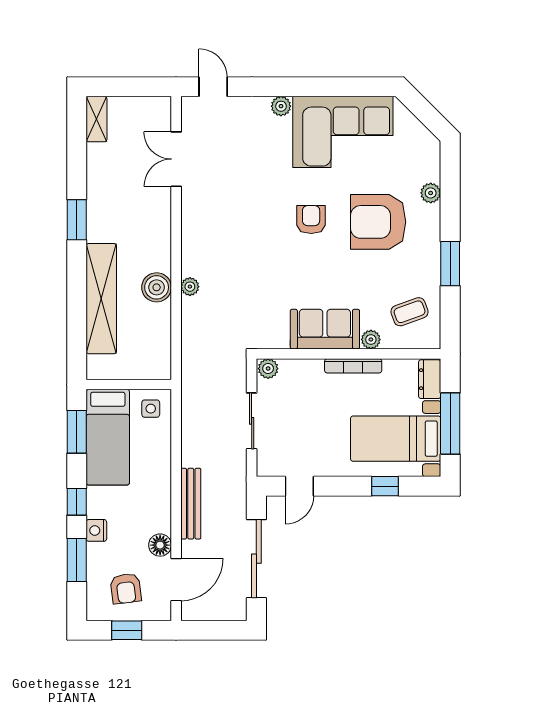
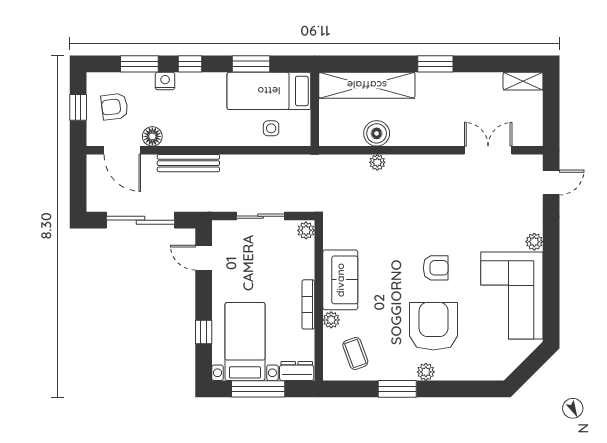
plant: (431, 193) -> (426, 372), moved
wall: (129, 385) -> (315, 109), moved
bed: (108, 437) -> (269, 91), moved

